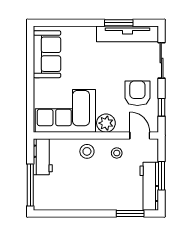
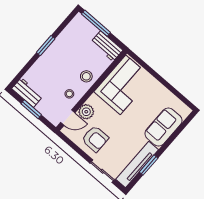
sofa: (47, 54) -> (163, 127), moved, turned 90
window: (161, 107) -> (74, 146), removed
plant: (106, 123) -> (86, 112), moved
workbench: (149, 186) -> (27, 93), width x0.73
window: (130, 214) -> (46, 46), moved

